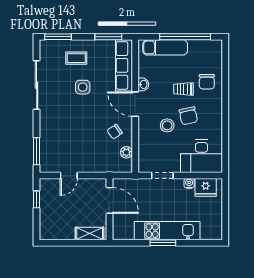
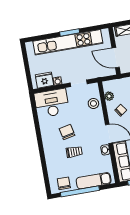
chair: (207, 82) -> (64, 183), moved
stool: (167, 125) -> (93, 103), moved
kitchen unit: (167, 231) -> (68, 42), width x1.36

